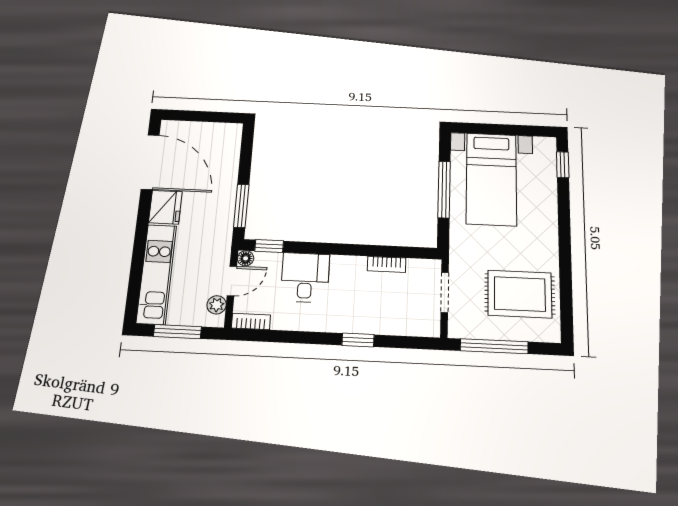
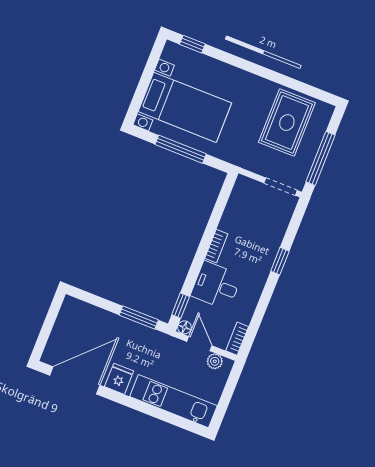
fridge: (165, 207) -> (119, 379), width x0.72
bookcase: (387, 264) -> (216, 246), moved
doorway: (445, 292) -> (281, 187), moved
window: (177, 332) -> (226, 398), removed

